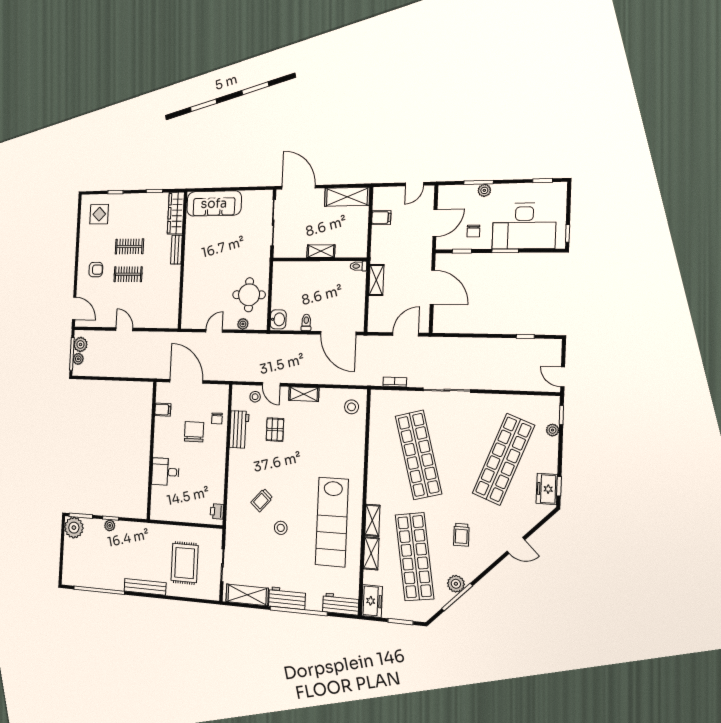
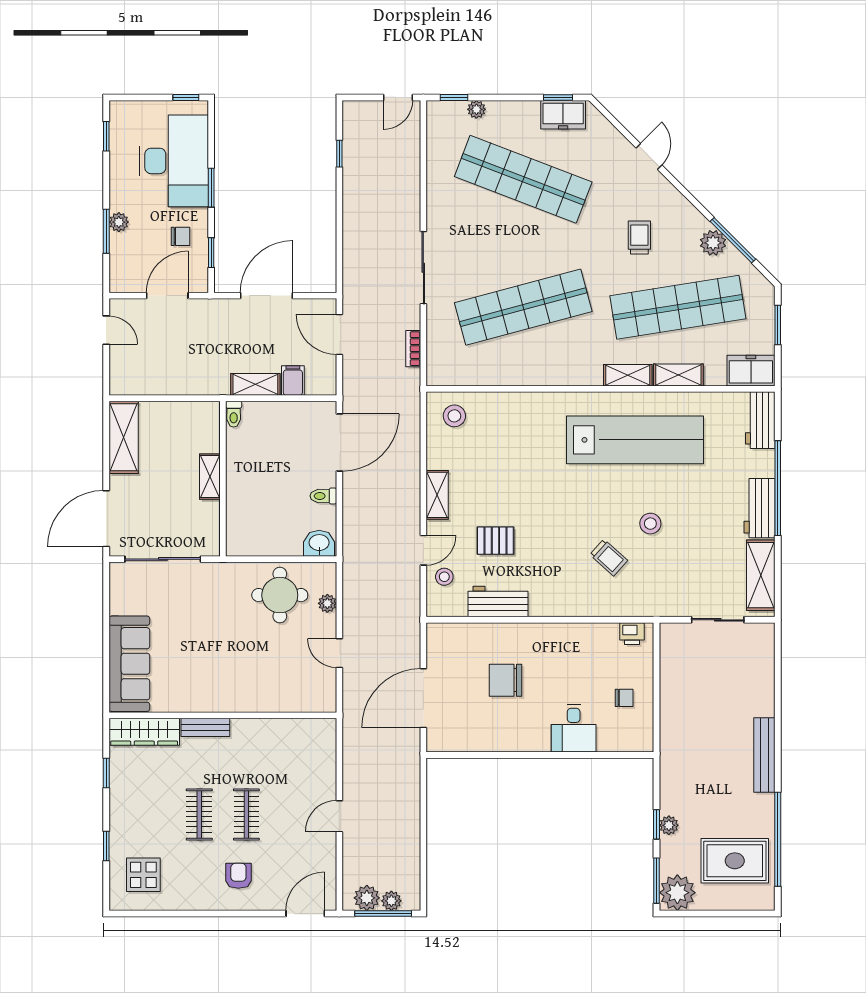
filing cabinet: (381, 218) -> (293, 381), moved
door: (435, 223) -> (167, 296), hinge flipped
filing cabinet: (163, 410) -> (471, 738), removed
chair: (217, 418) -> (624, 698), moved
trolley: (461, 535) -> (639, 237), turned -90
rug: (185, 563) -> (735, 861), moved

